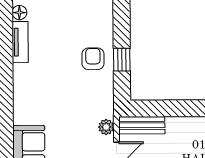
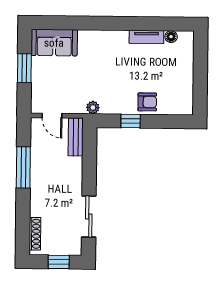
armchair: (93, 59) -> (147, 102), moved
plant: (106, 127) -> (93, 108), moved

